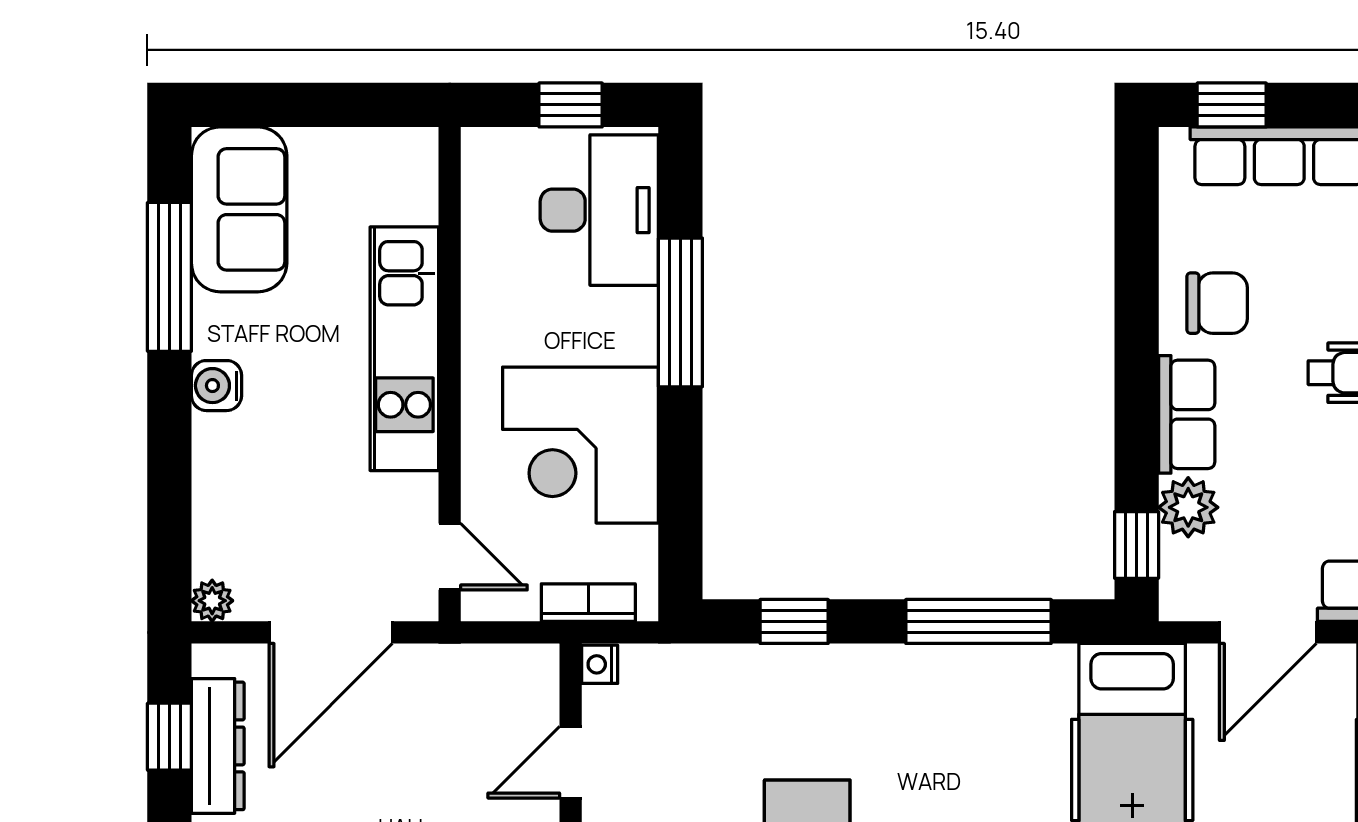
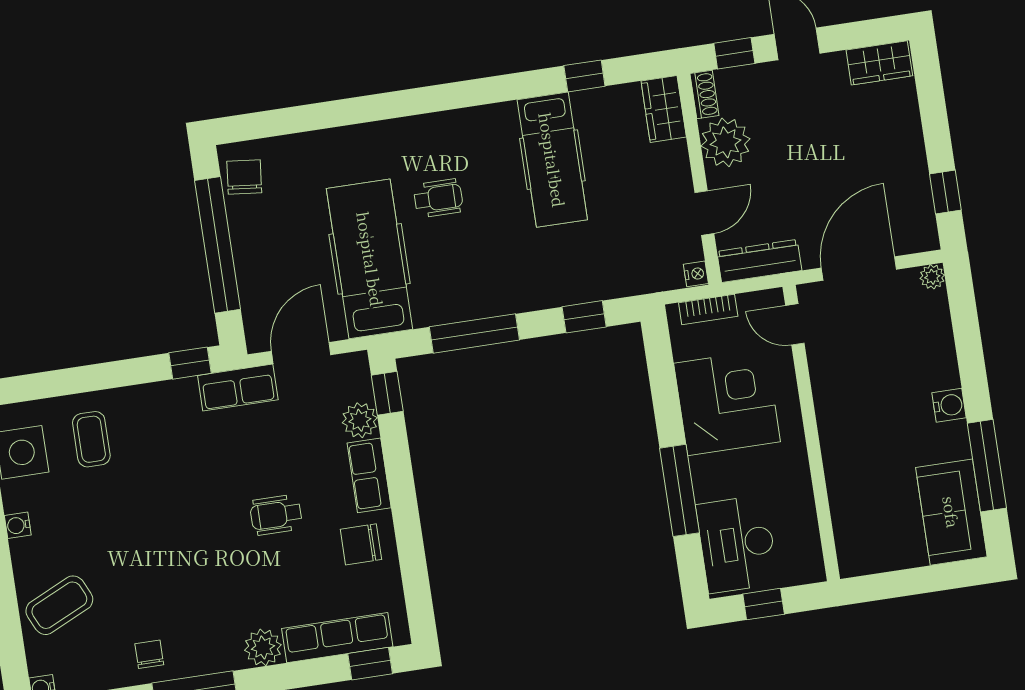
kitchen unit: (404, 349) -> (841, 444), removed
dresser: (218, 746) -> (759, 261), moved, turned 90

